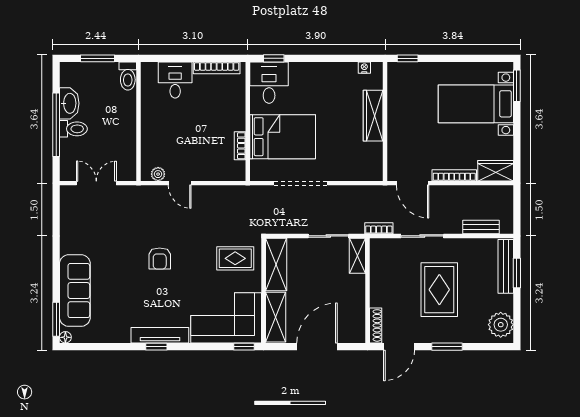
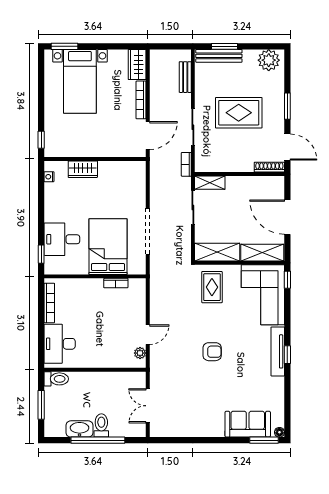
desk: (175, 80) -> (60, 344), width x1.37
desk: (269, 83) -> (62, 239), moved
wardrobe: (373, 116) -> (83, 169), width x0.67
sofa: (75, 291) -> (248, 424), width x0.73

